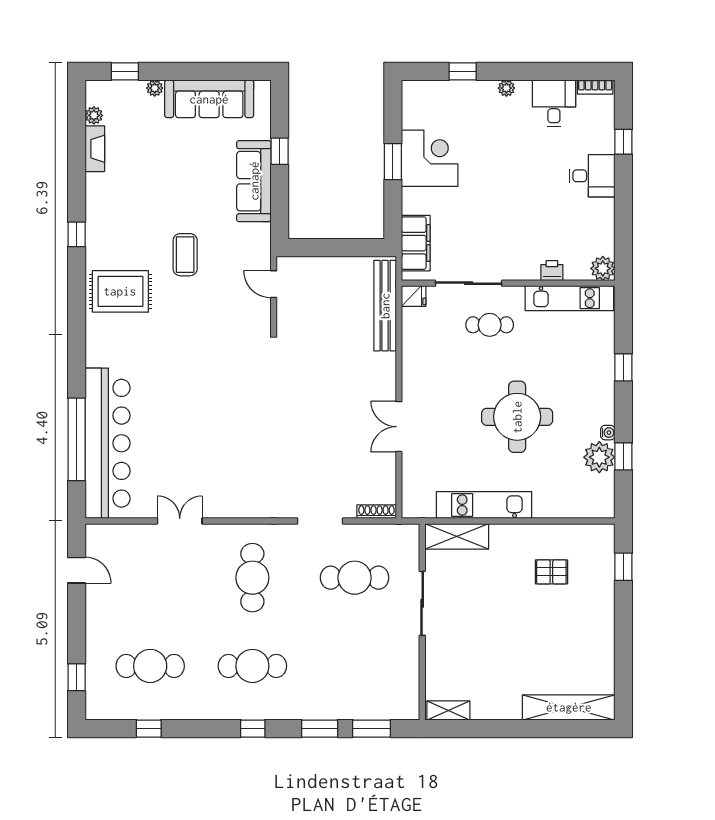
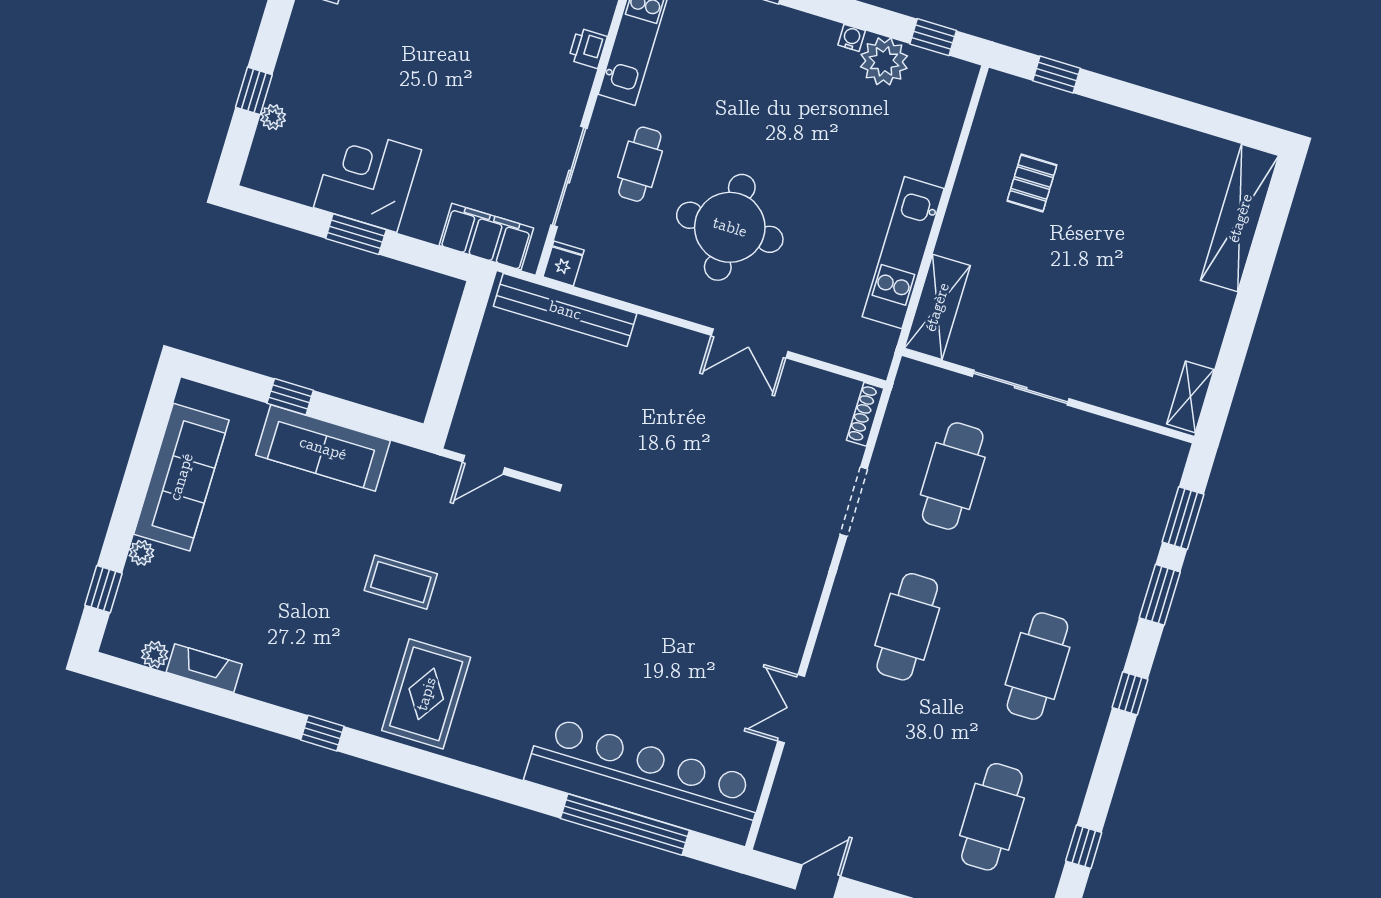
plant: (506, 88) -> (273, 117), moved
round table: (517, 417) -> (730, 227), moved
window: (623, 456) -> (933, 37), moved
cafe table: (252, 578) -> (907, 627), turned 90

